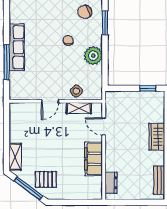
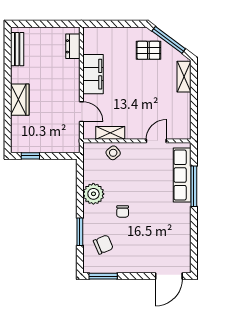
row of seats: (17, 47) -> (182, 175), moved
door: (50, 101) -> (156, 141), moved

